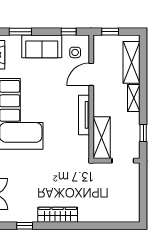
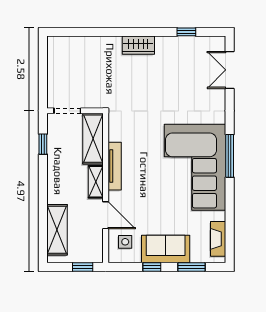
window: (69, 32) -> (152, 267), moved
door: (91, 74) -> (106, 215), hinge flipped
shelving: (134, 98) -> (96, 182), moved
wardrobe: (58, 215) -> (138, 45), width x0.67

